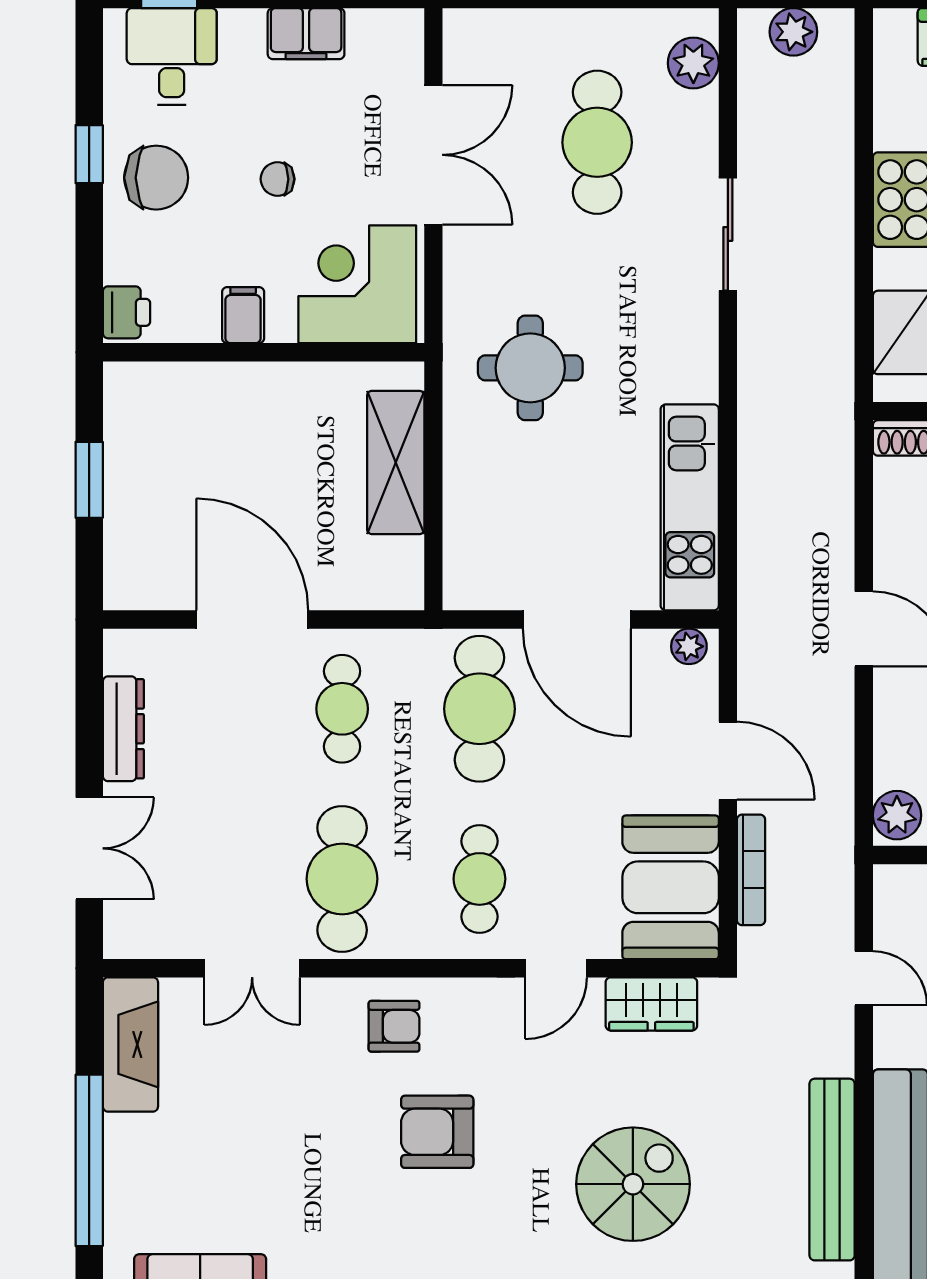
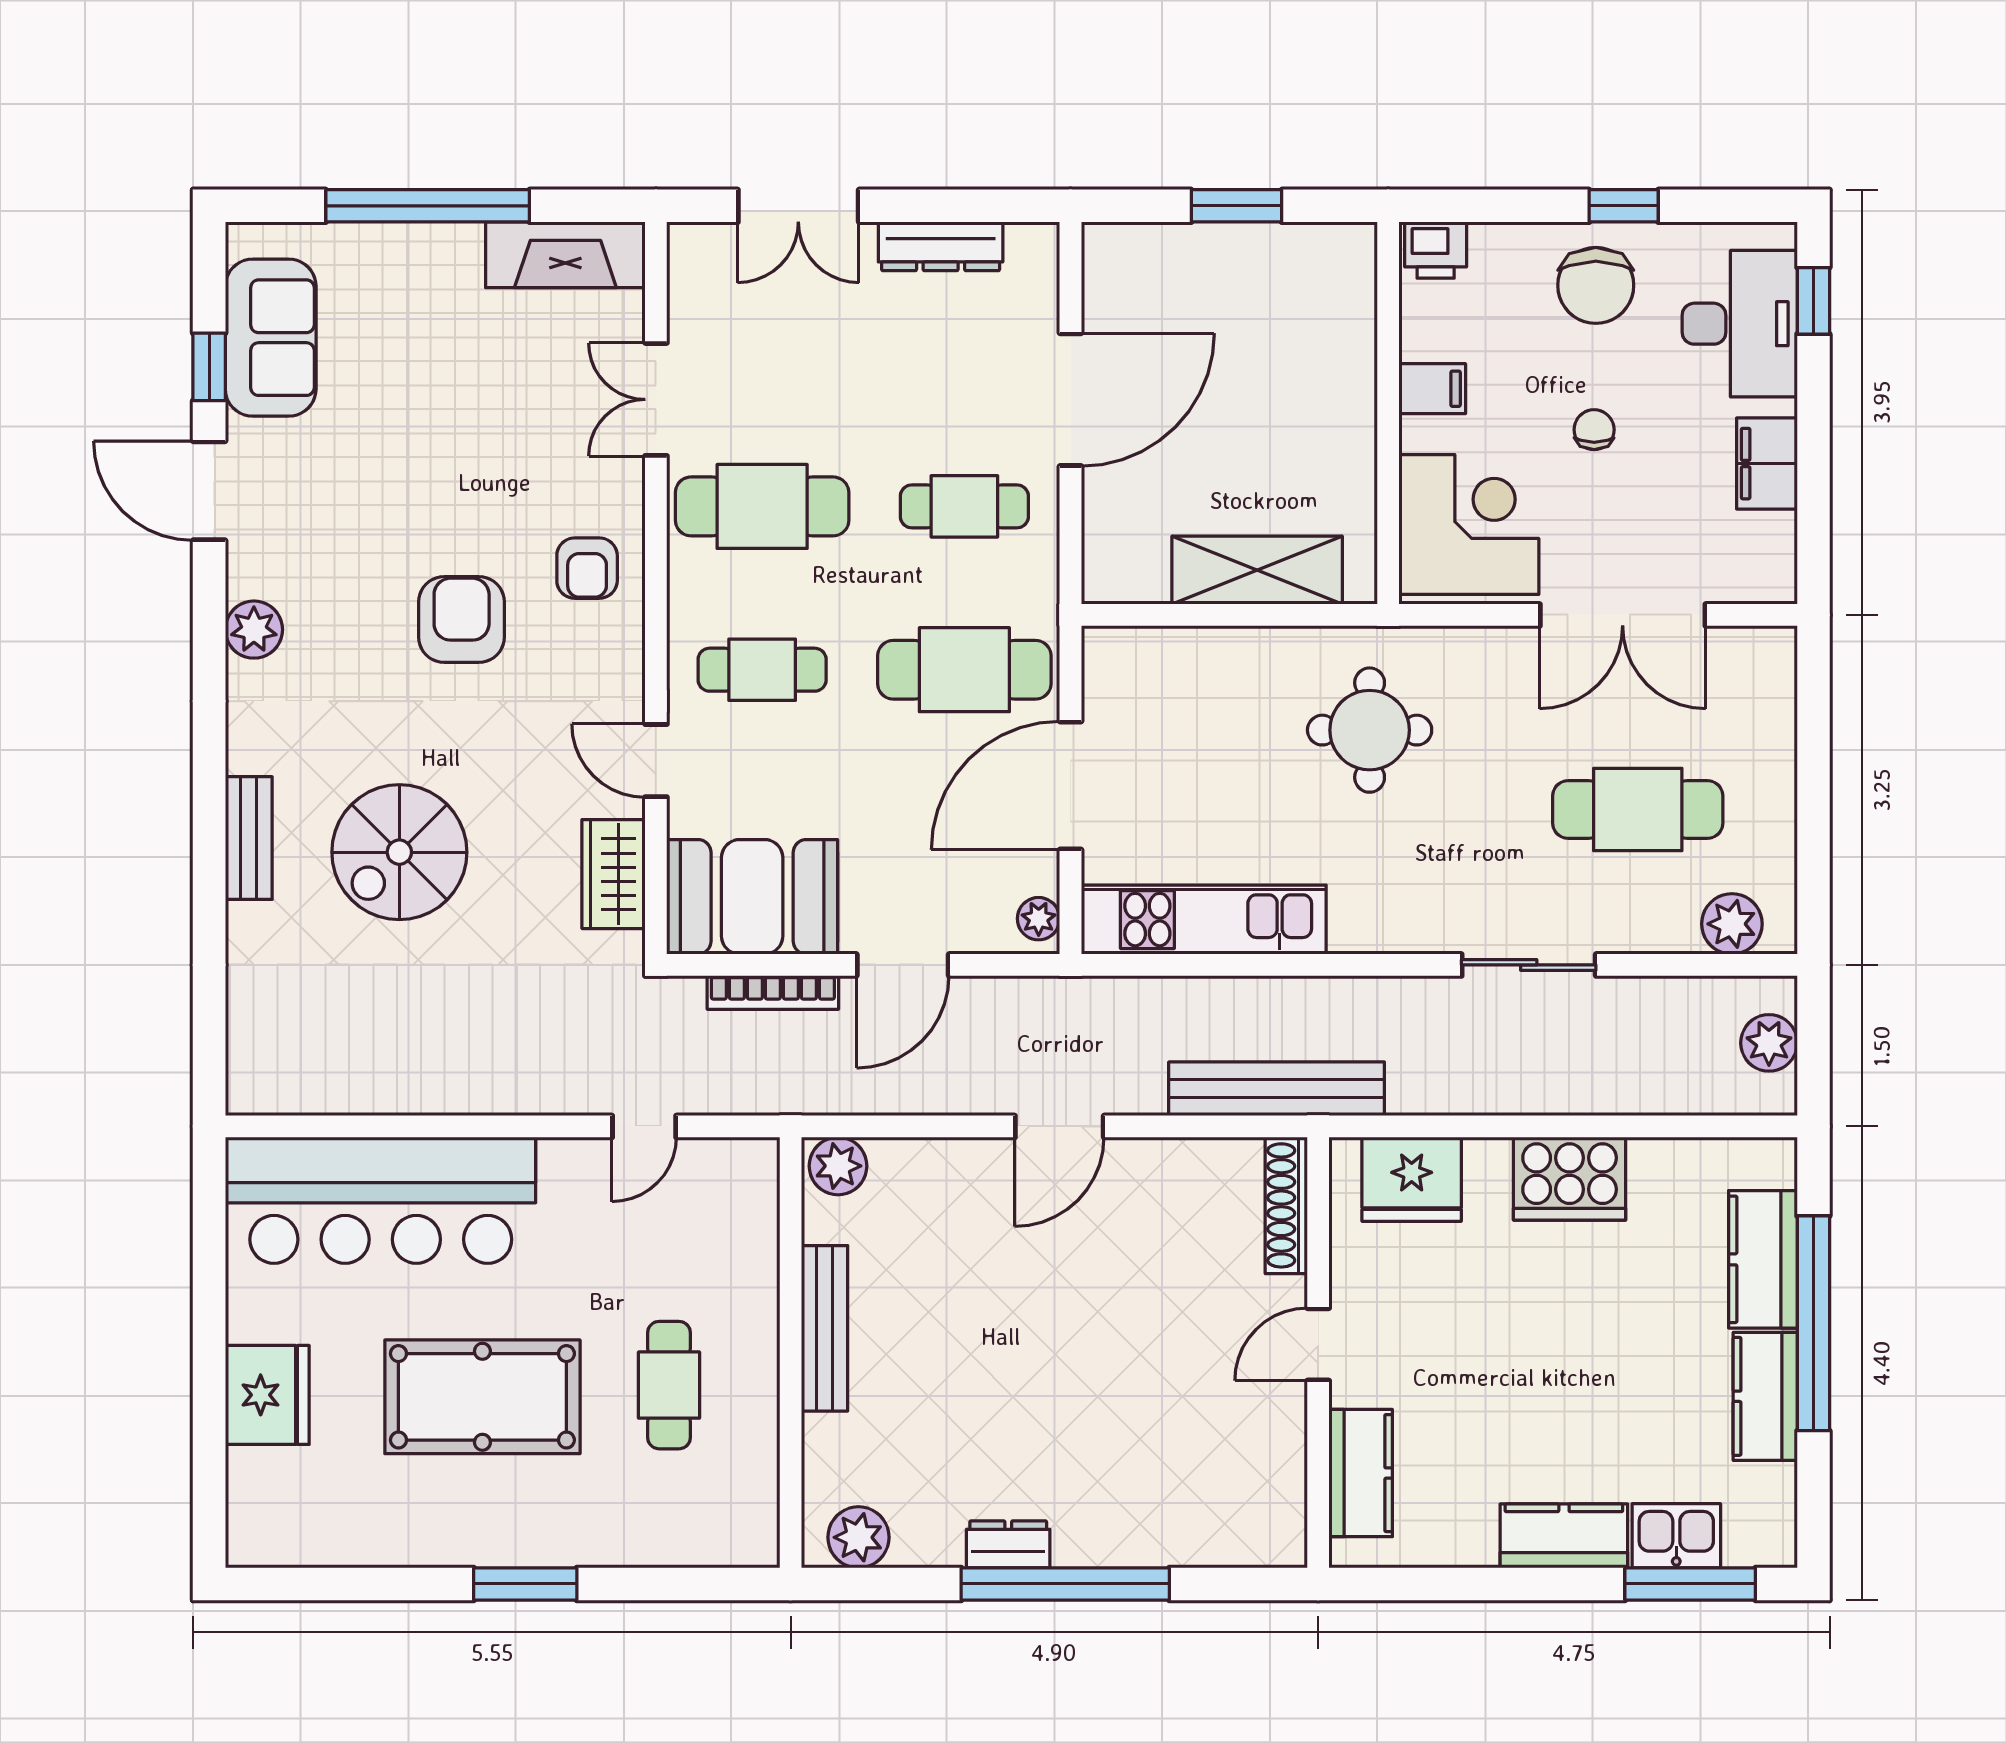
desk: (172, 56) -> (1740, 324), width x1.37
bench: (832, 1170) -> (1277, 1089), moved
spiral stairs: (633, 1184) -> (399, 852), turned 90

